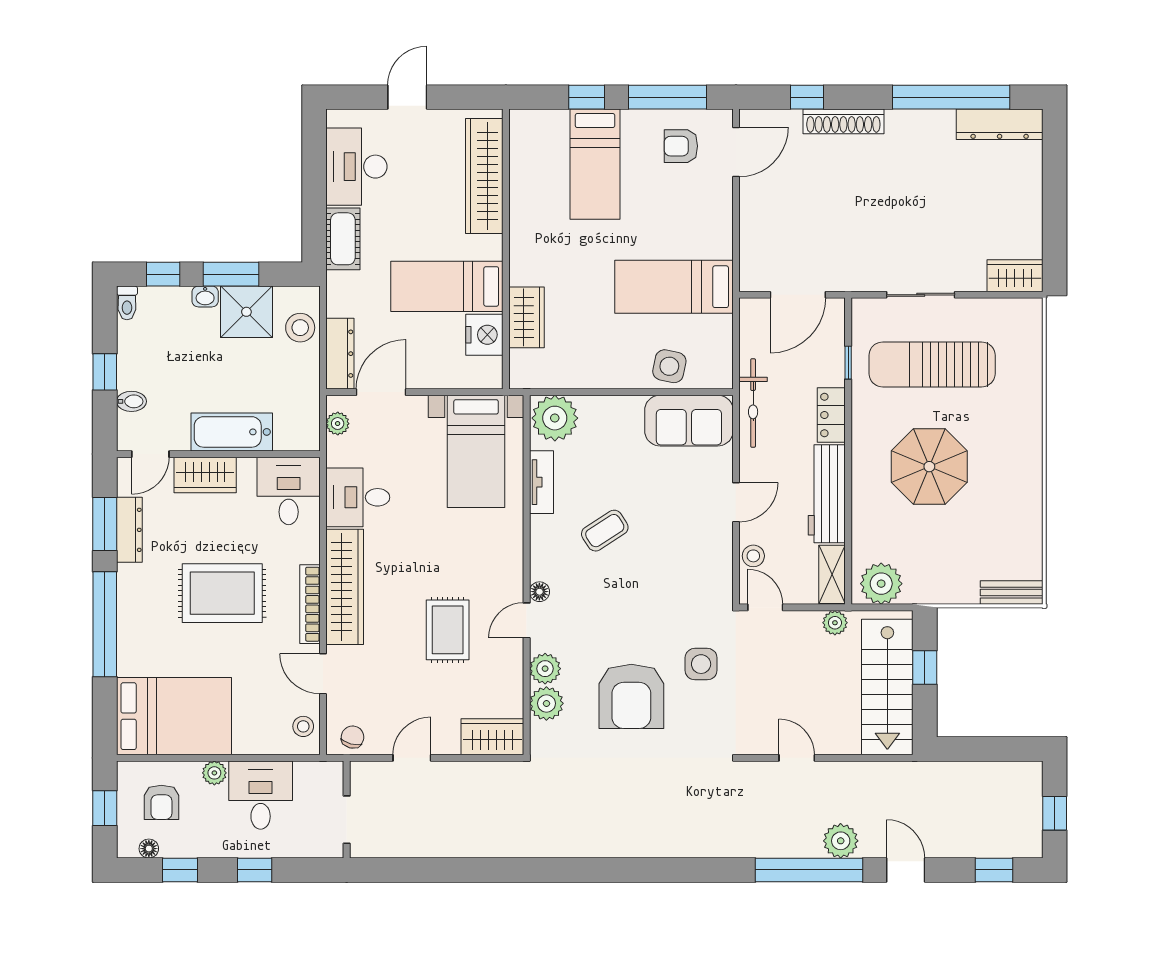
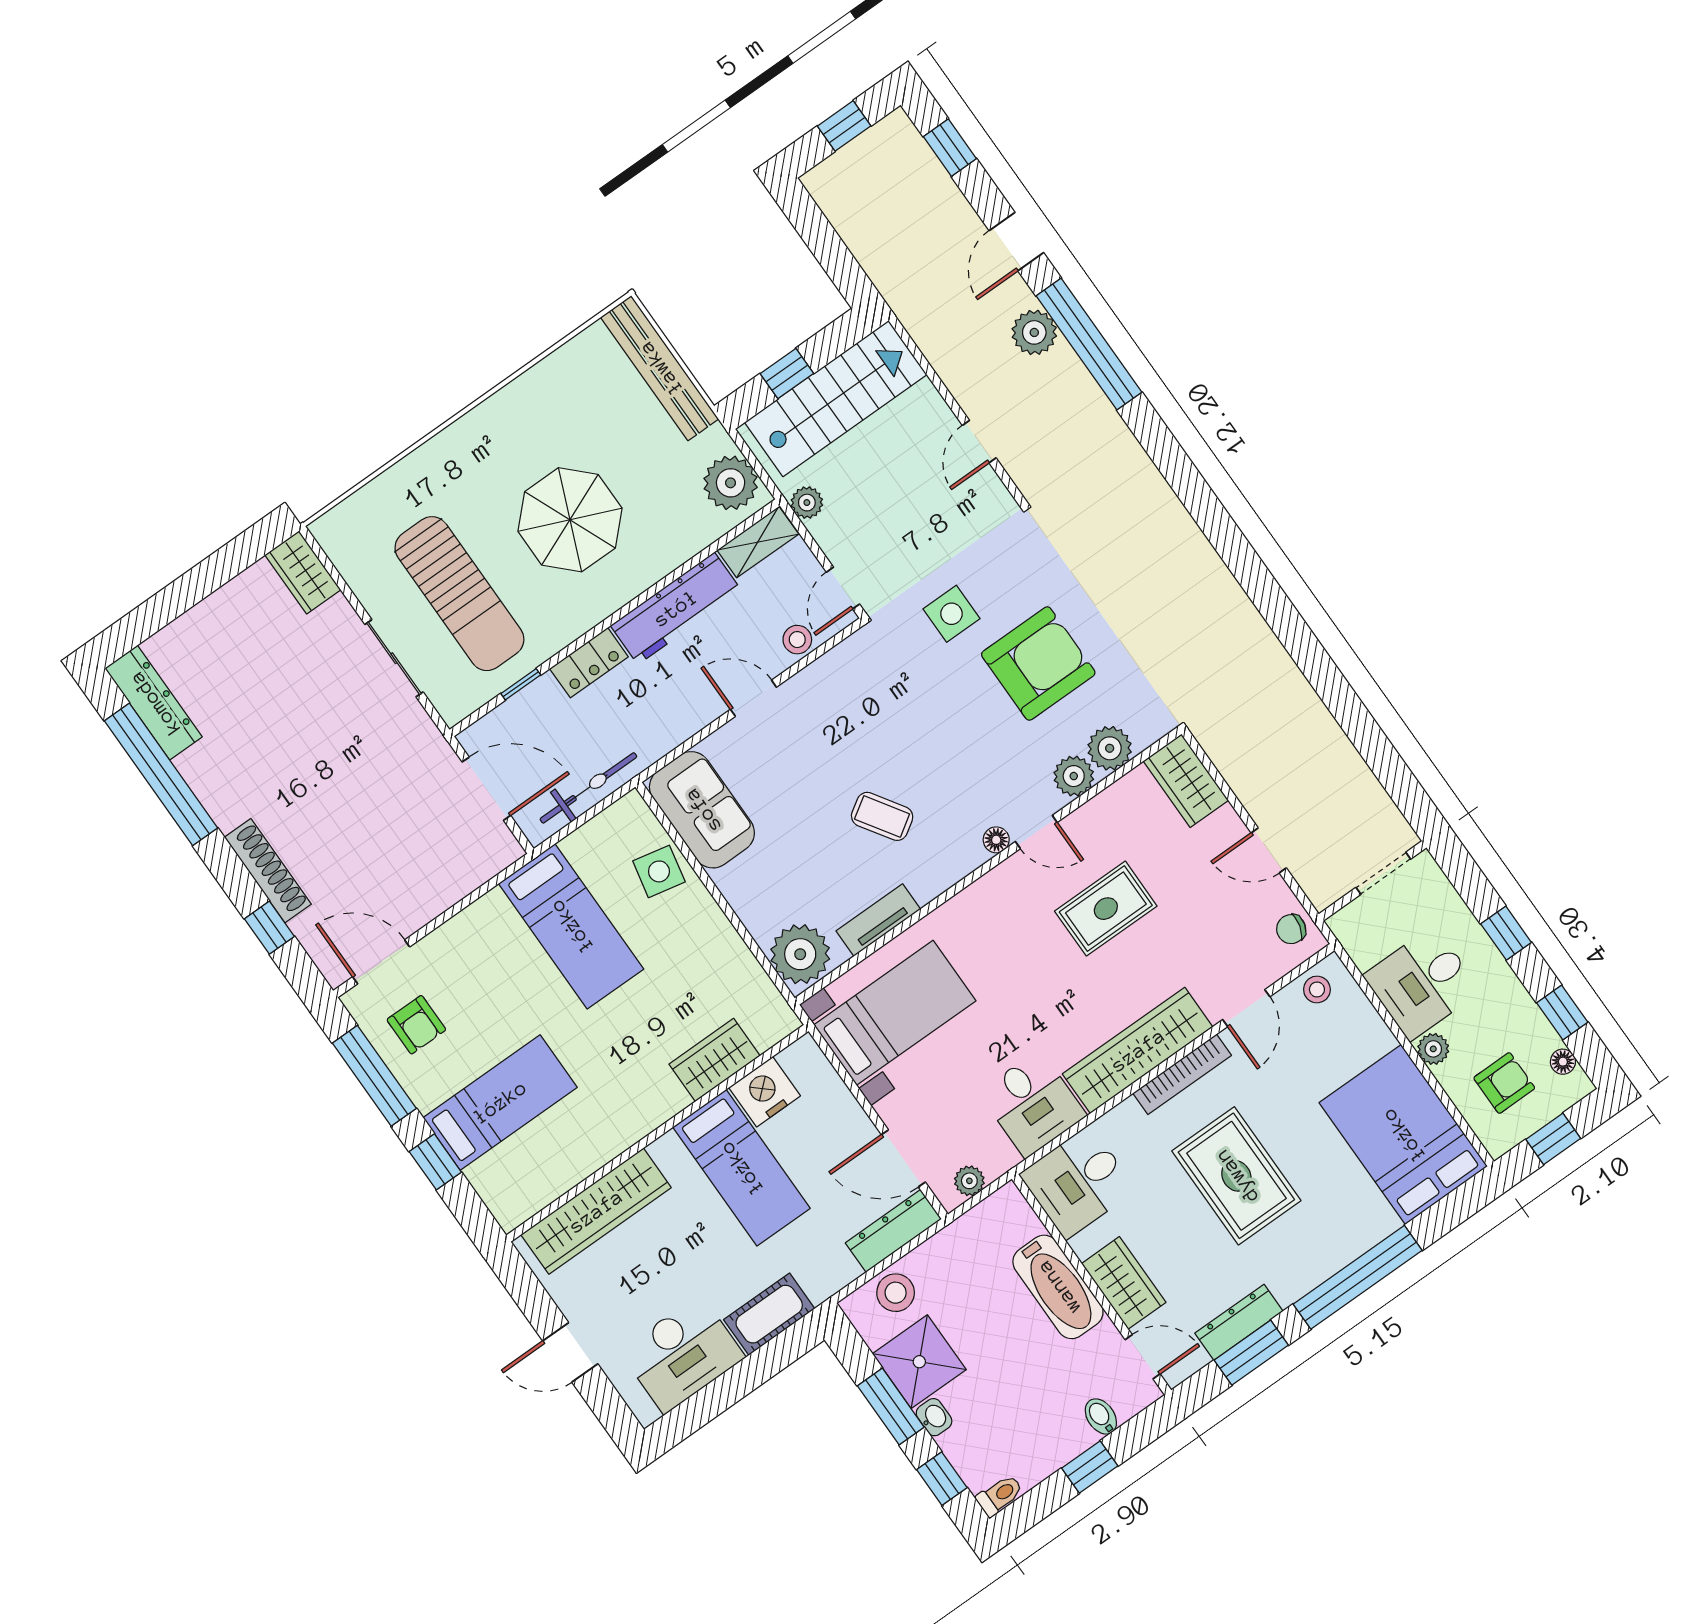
bicycle: (753, 403) -> (588, 788), moved
bench: (1012, 593) -> (660, 368), width x1.86, depth x1.21

